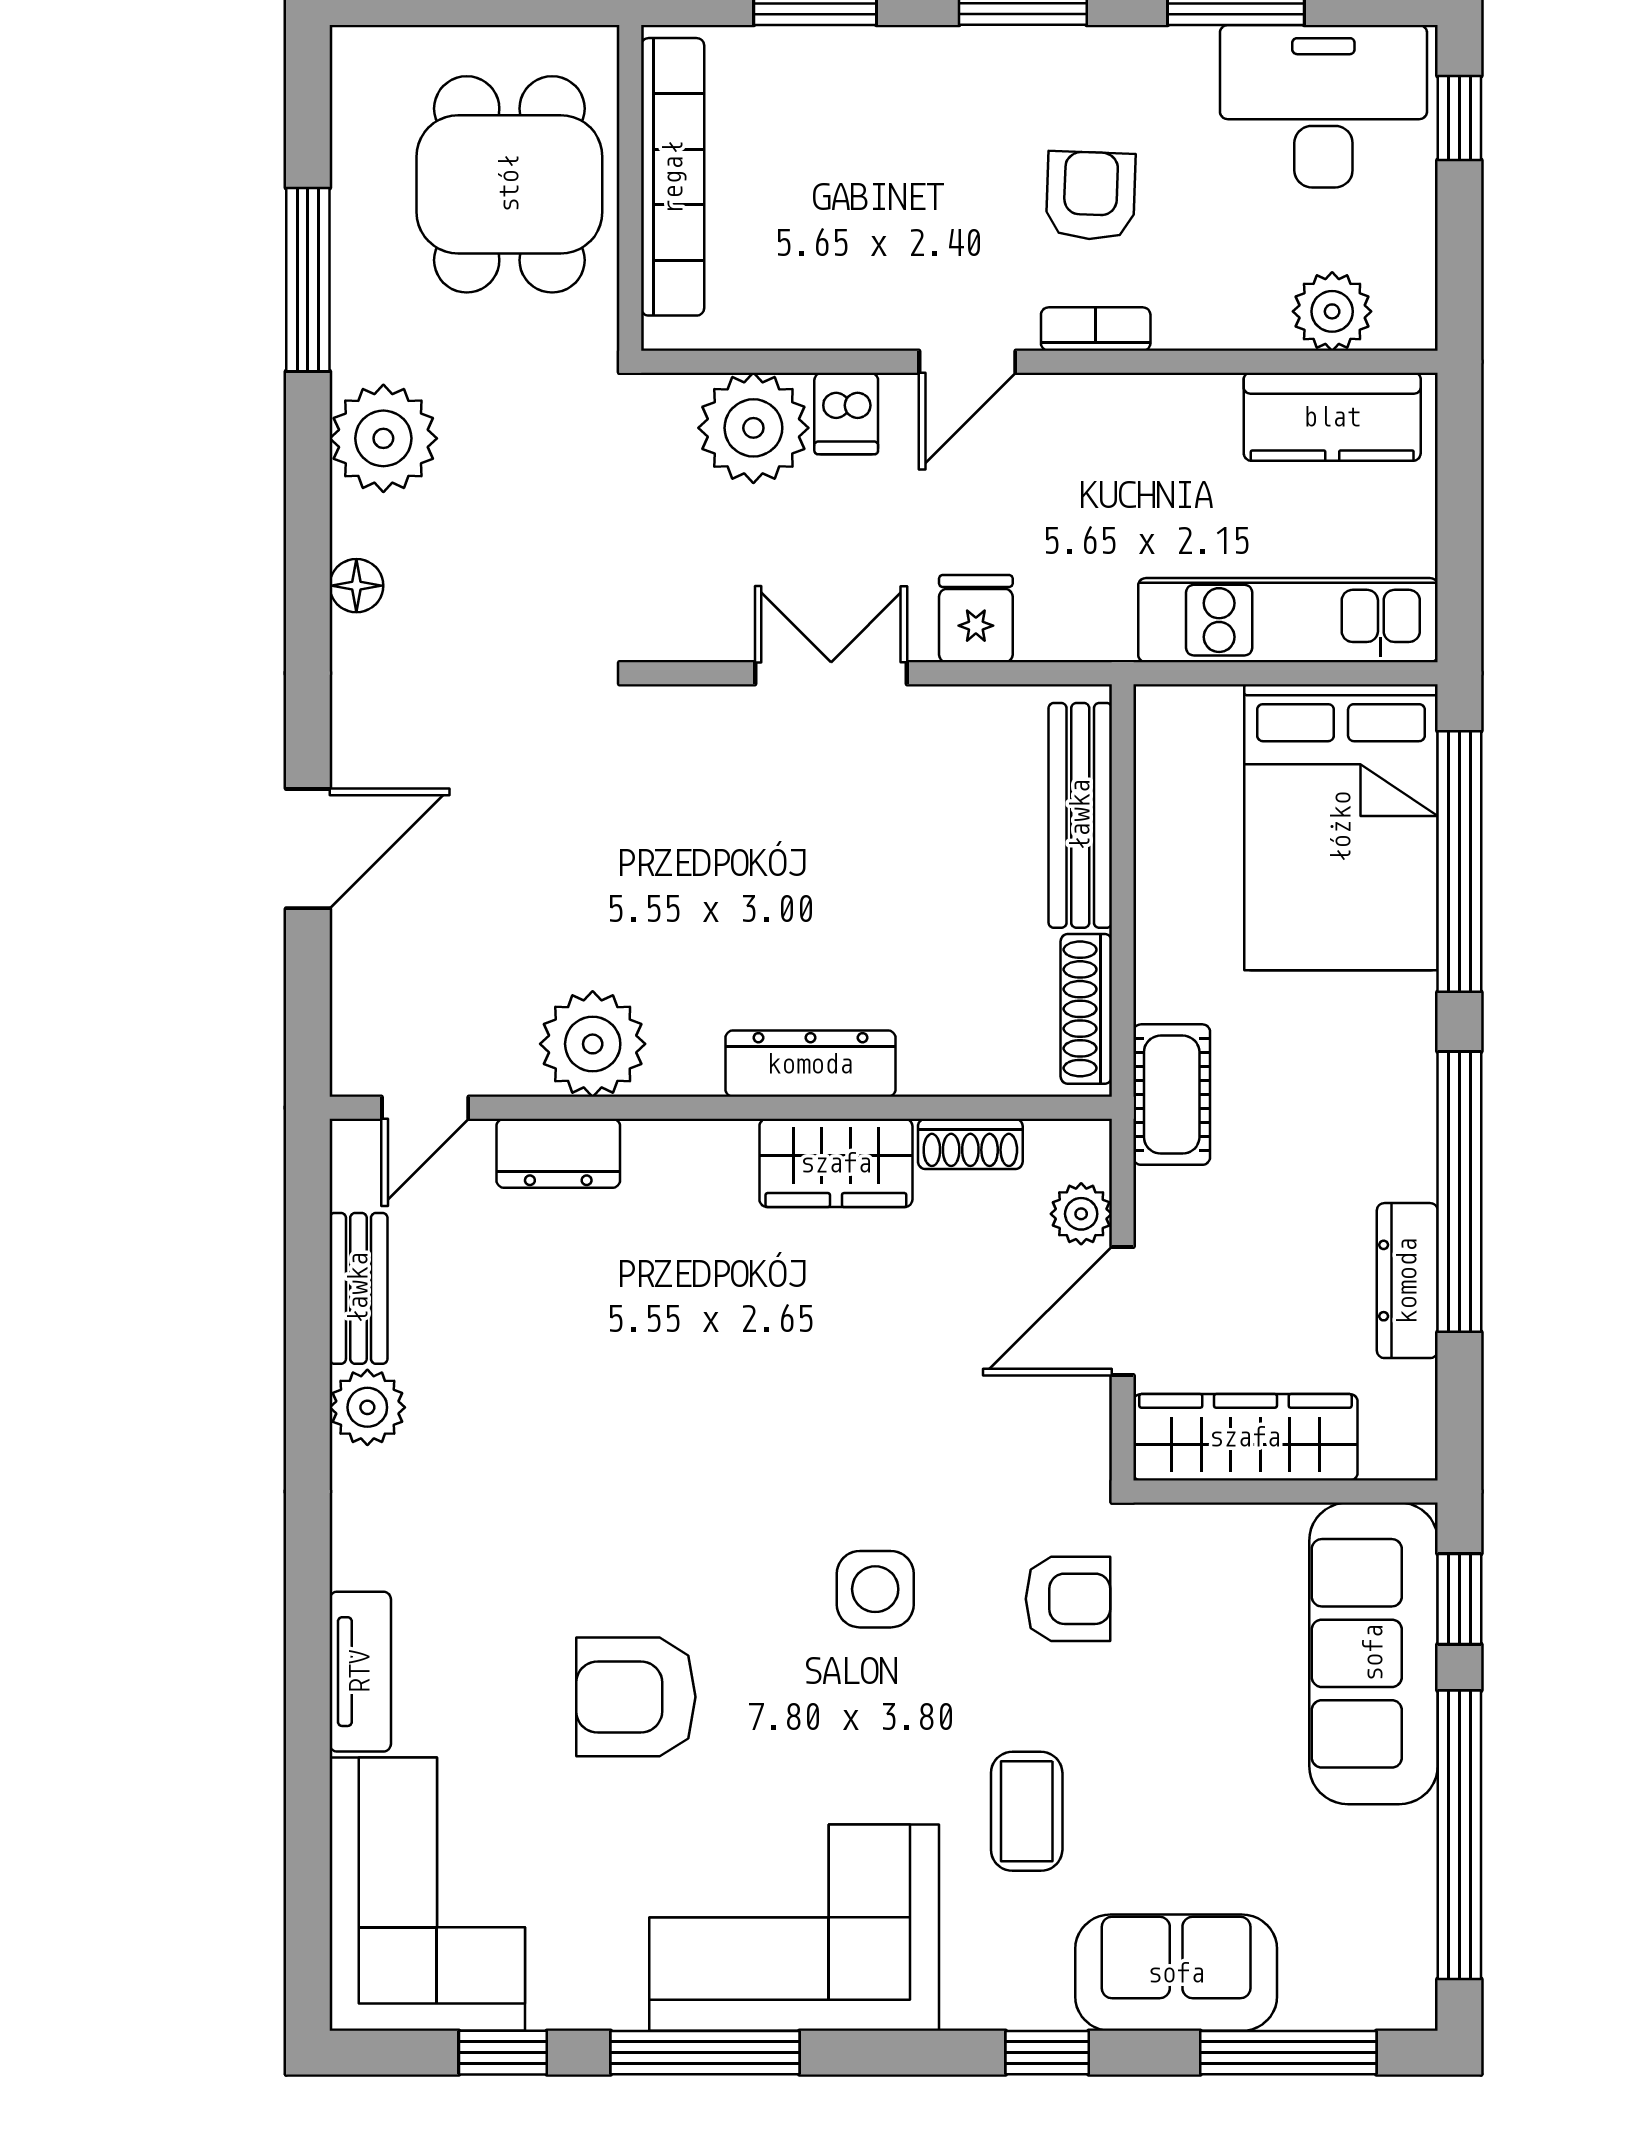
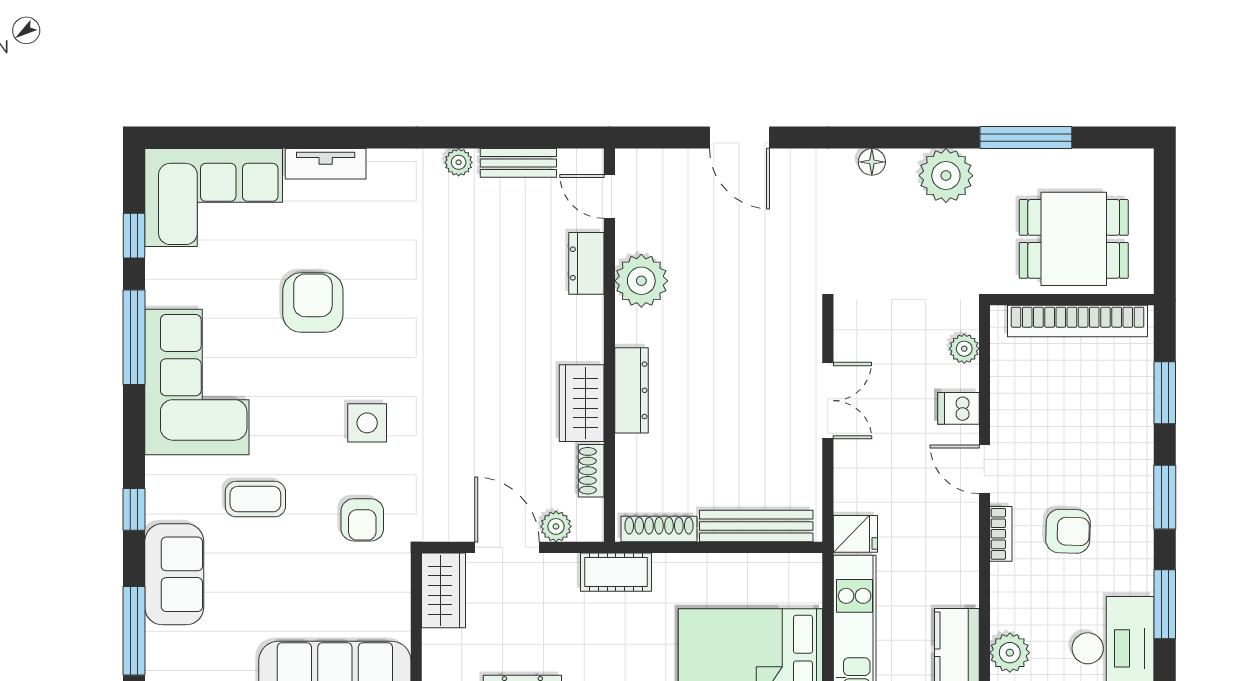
plant: (753, 428) -> (964, 349), width x0.53, depth x0.53
fridge: (976, 619) -> (855, 534), moved
plant: (367, 1407) -> (459, 162), width x0.73, depth x0.73
wardrobe: (1245, 1437) -> (444, 590), width x0.67

